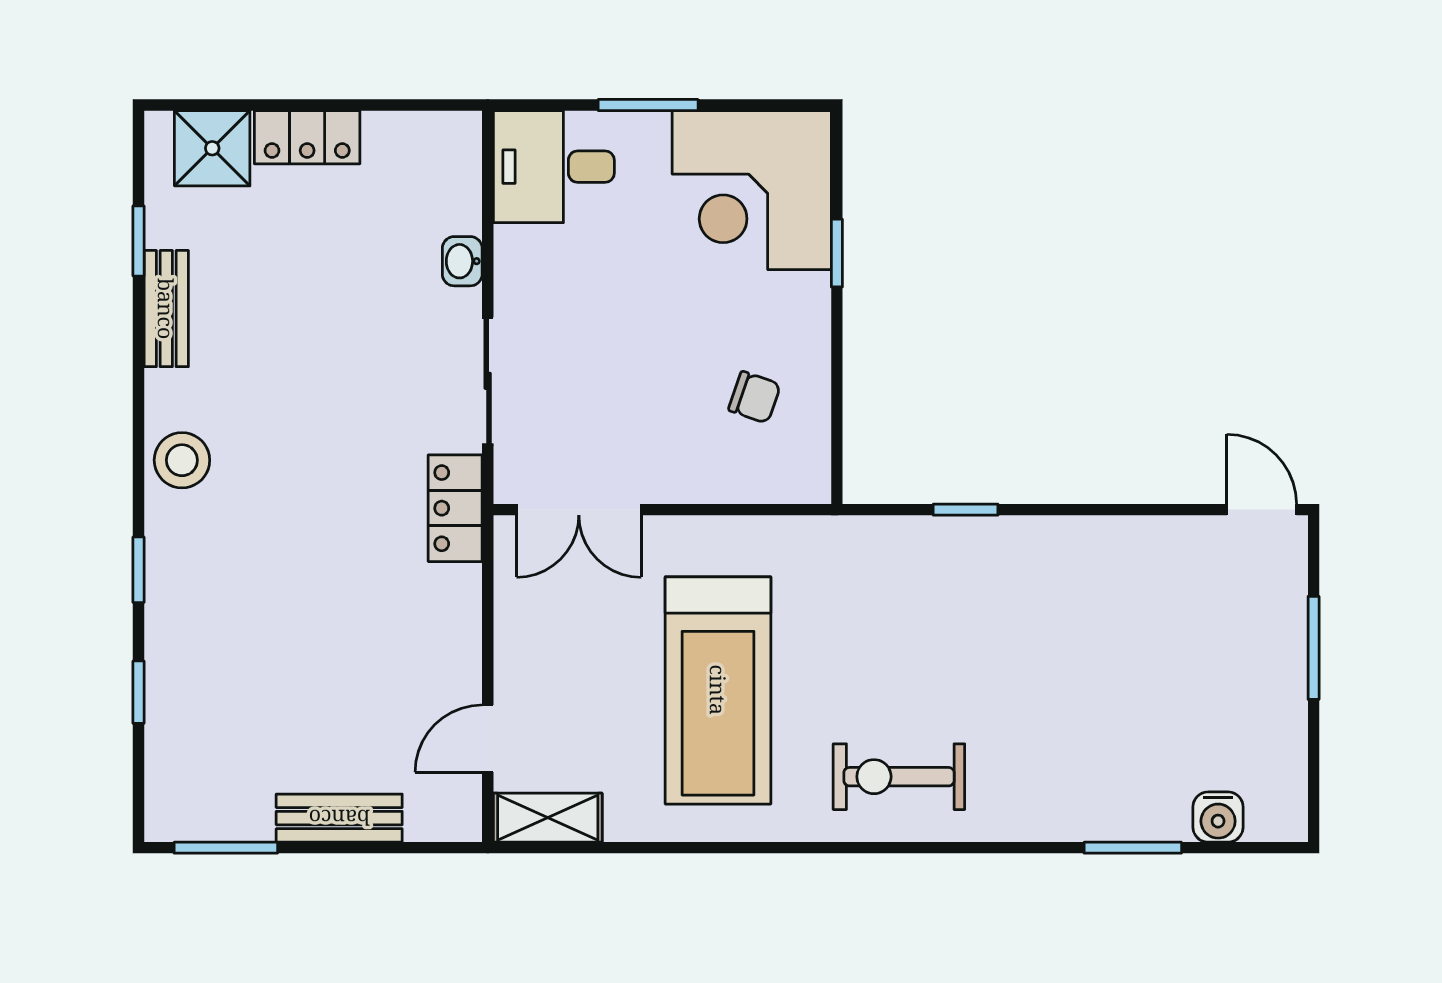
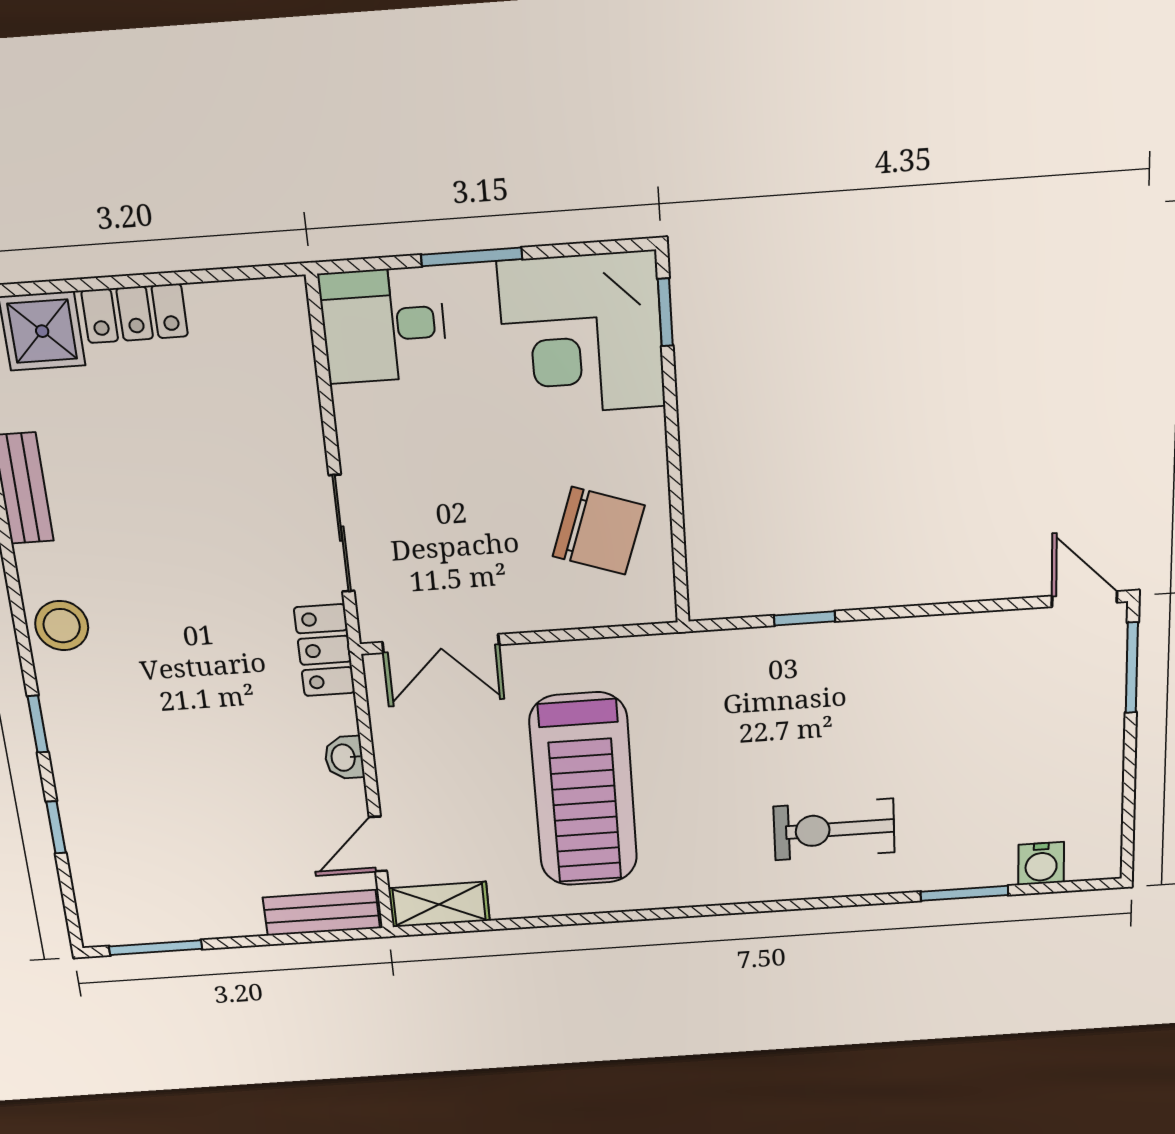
window: (837, 253) -> (665, 312), moved
washbasin: (462, 261) -> (344, 758), moved
chair: (755, 397) -> (599, 531), width x1.87, depth x1.87
window: (1314, 648) -> (1132, 668), moved
exercise bike: (899, 777) -> (834, 829), moved
bench: (339, 818) -> (321, 913), moved

